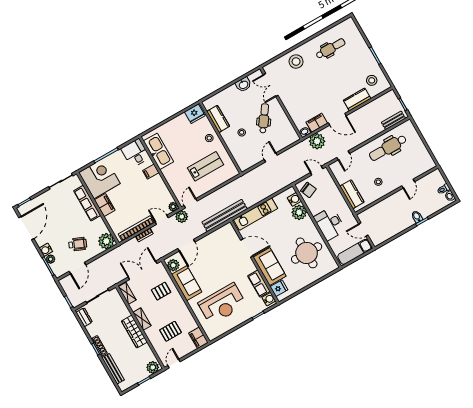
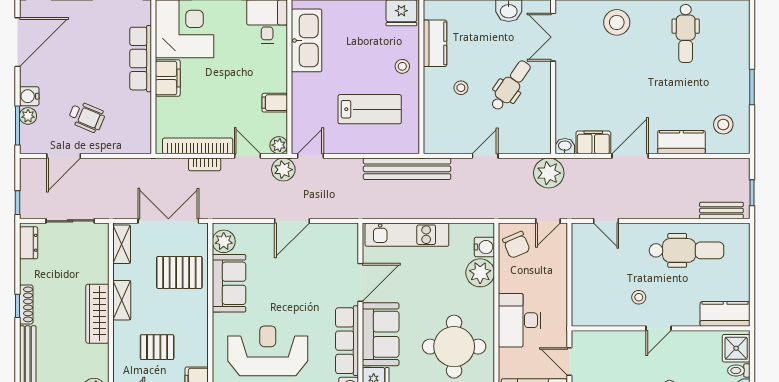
dental chair: (331, 49) -> (686, 33), turned 90
door: (337, 119) -> (630, 156), swing flipped
plant: (317, 141) -> (549, 173), moved
dental chair: (388, 148) -> (686, 250), turned 180
door: (343, 155) -> (606, 221), hinge flipped
door: (317, 171) -> (548, 221), swing flipped
filing cabinet: (151, 172) -> (275, 103), moved
shower: (436, 180) -> (736, 348), added
door: (408, 184) -> (659, 328), moved
kitchen counter: (352, 194) -> (725, 314), moved, turned -90
bench: (225, 215) -> (407, 169), moved
plant: (106, 241) -> (136, 139), removed
door: (186, 245) -> (292, 221), moved
door: (247, 248) -> (360, 282), hinge flipped
row of seats: (259, 284) -> (347, 341), width x1.48
pallet: (161, 291) -> (179, 272), width x1.50, depth x1.42
reception desk: (222, 304) -> (268, 351), turned 180

